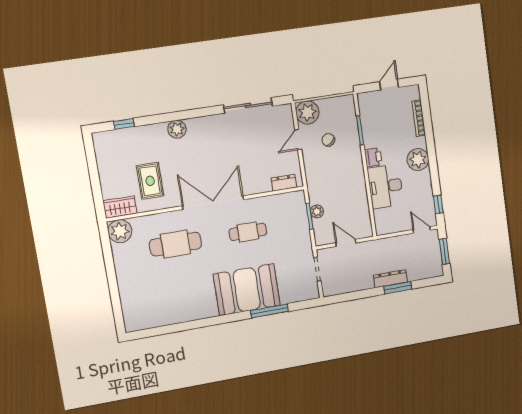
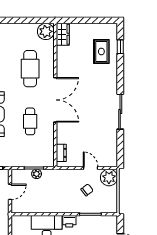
sliding door: (248, 105) -> (120, 112), moved
plant: (177, 129) -> (111, 83), removed
rug: (150, 181) -> (101, 51), moved, turned 90

